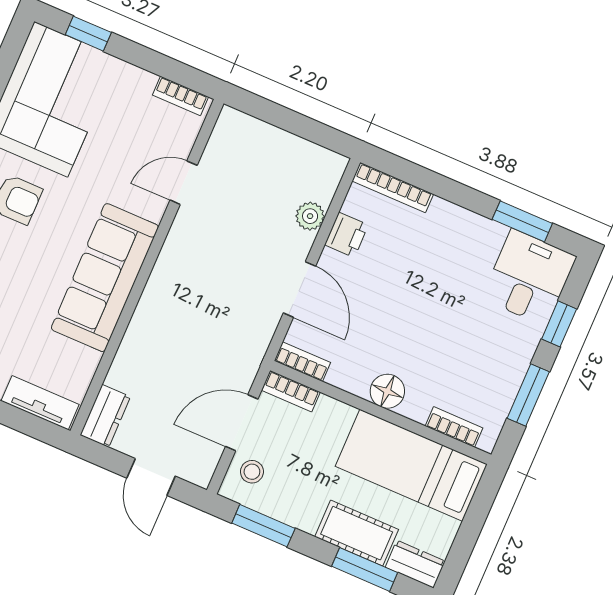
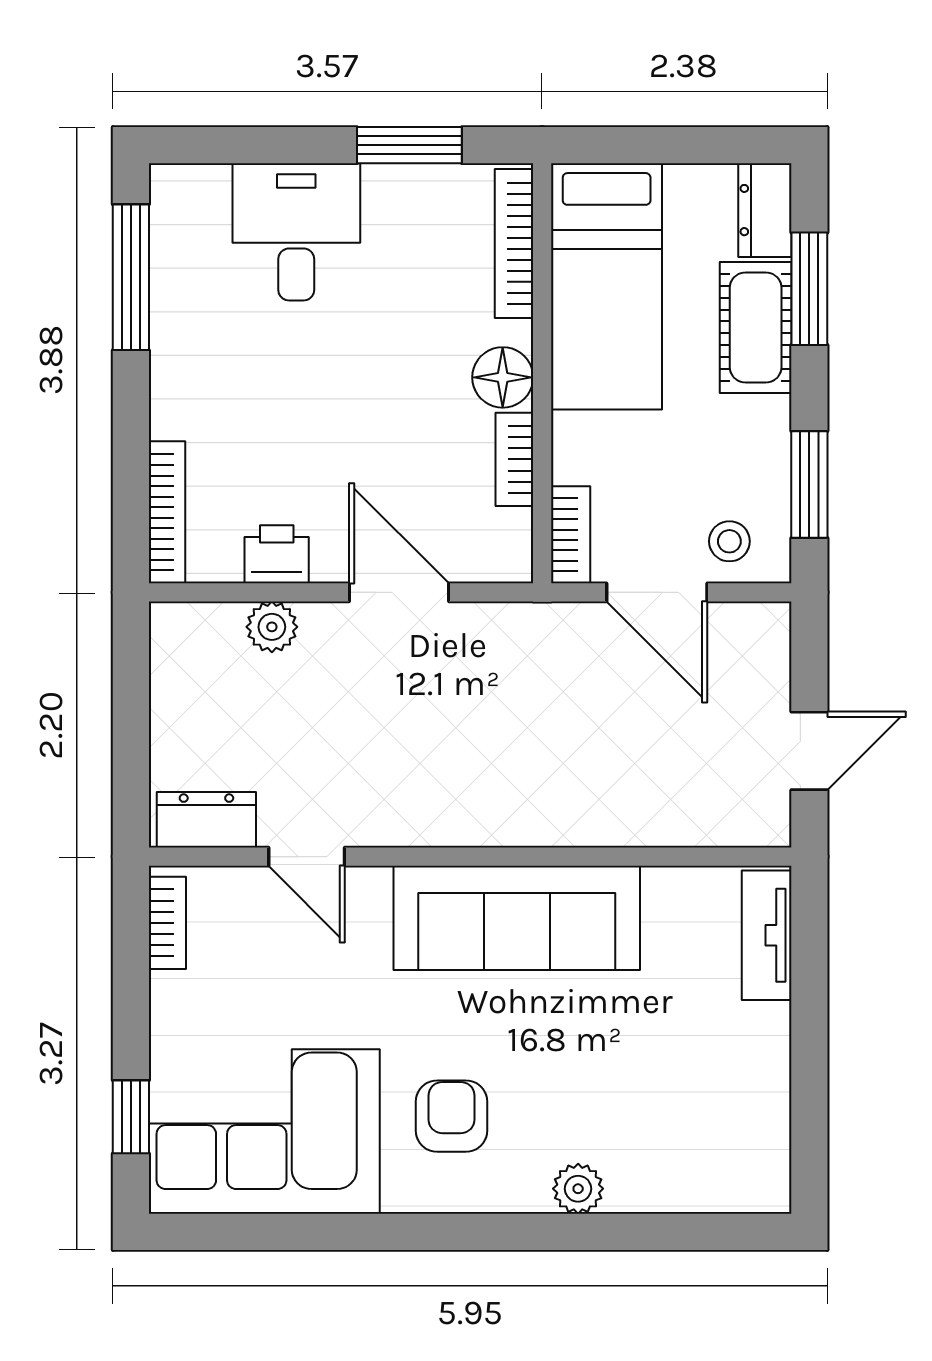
window: (522, 221) -> (131, 277), width x1.44
desk: (529, 278) -> (296, 232), moved, turned 90
door: (299, 289) -> (399, 592), hinge flipped
window: (559, 324) -> (272, 145), removed
bookcase: (302, 362) -> (514, 459), moved
dresser: (105, 416) -> (206, 820), moved
bookcase: (454, 427) -> (514, 243), width x1.56
door: (151, 477) -> (809, 751), moved

